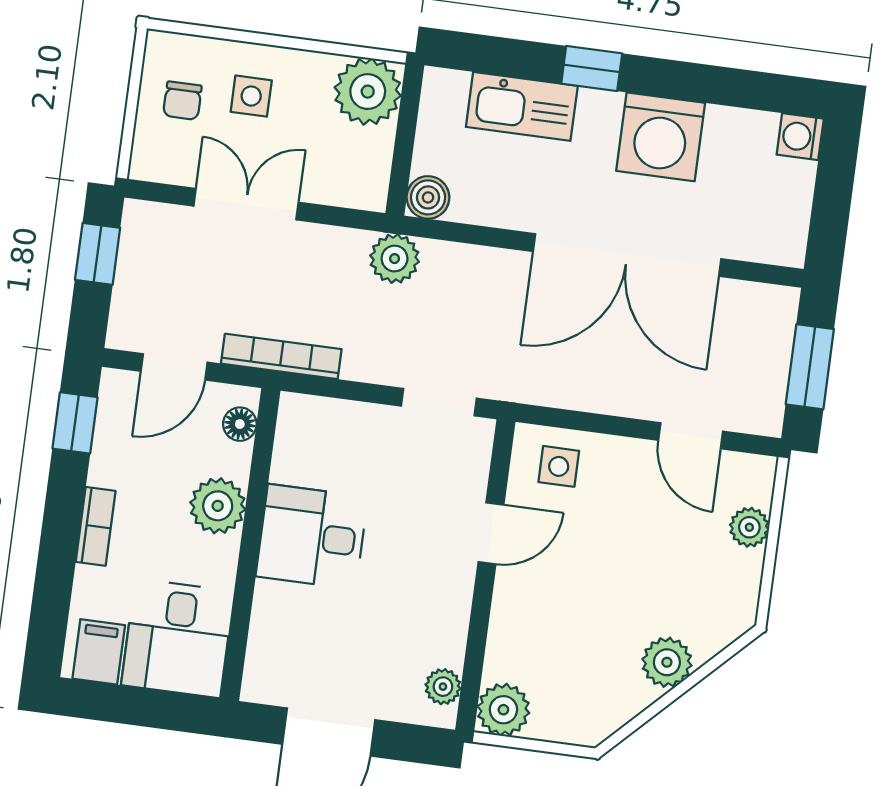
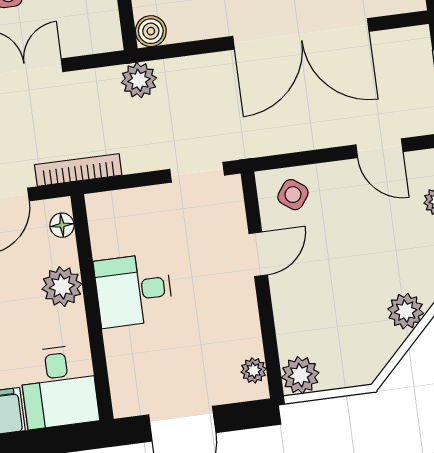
side table: (559, 466) -> (293, 195), turned 36

